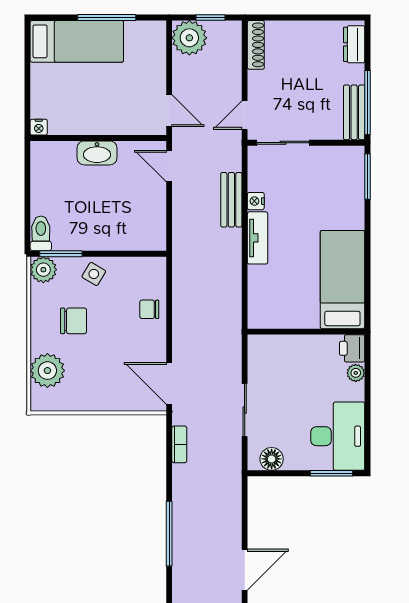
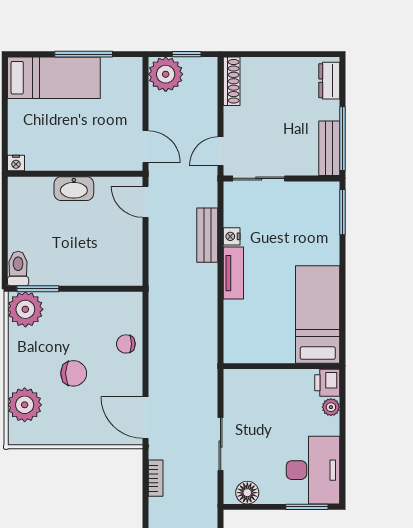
plant: (43, 270) -> (25, 309), width x1.36, depth x1.36
side table: (94, 274) -> (71, 309), removed
chair: (73, 321) -> (74, 373), moved

